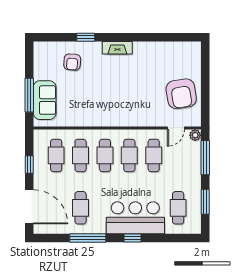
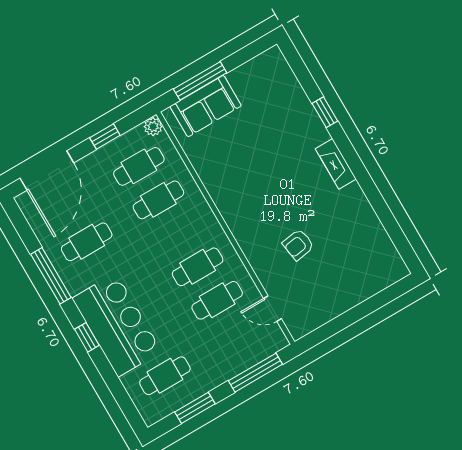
armchair: (72, 62) -> (280, 113), removed
armchair: (181, 94) -> (298, 245), moved, width x0.53, depth x0.53
plant: (195, 135) -> (153, 127), moved
cafe table: (105, 155) -> (178, 233), removed

